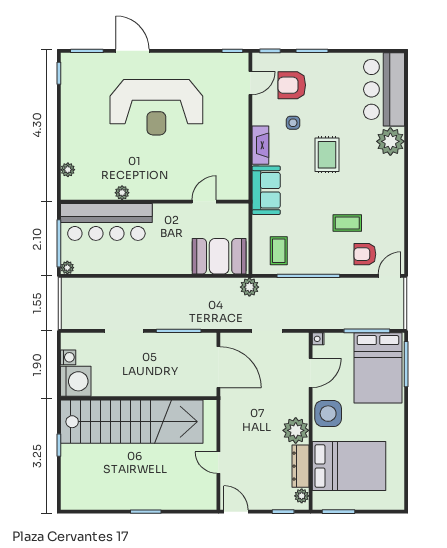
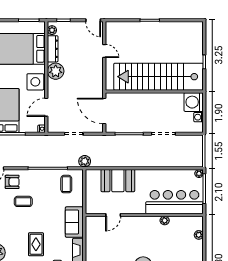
booth: (219, 256) -> (118, 181), moved

